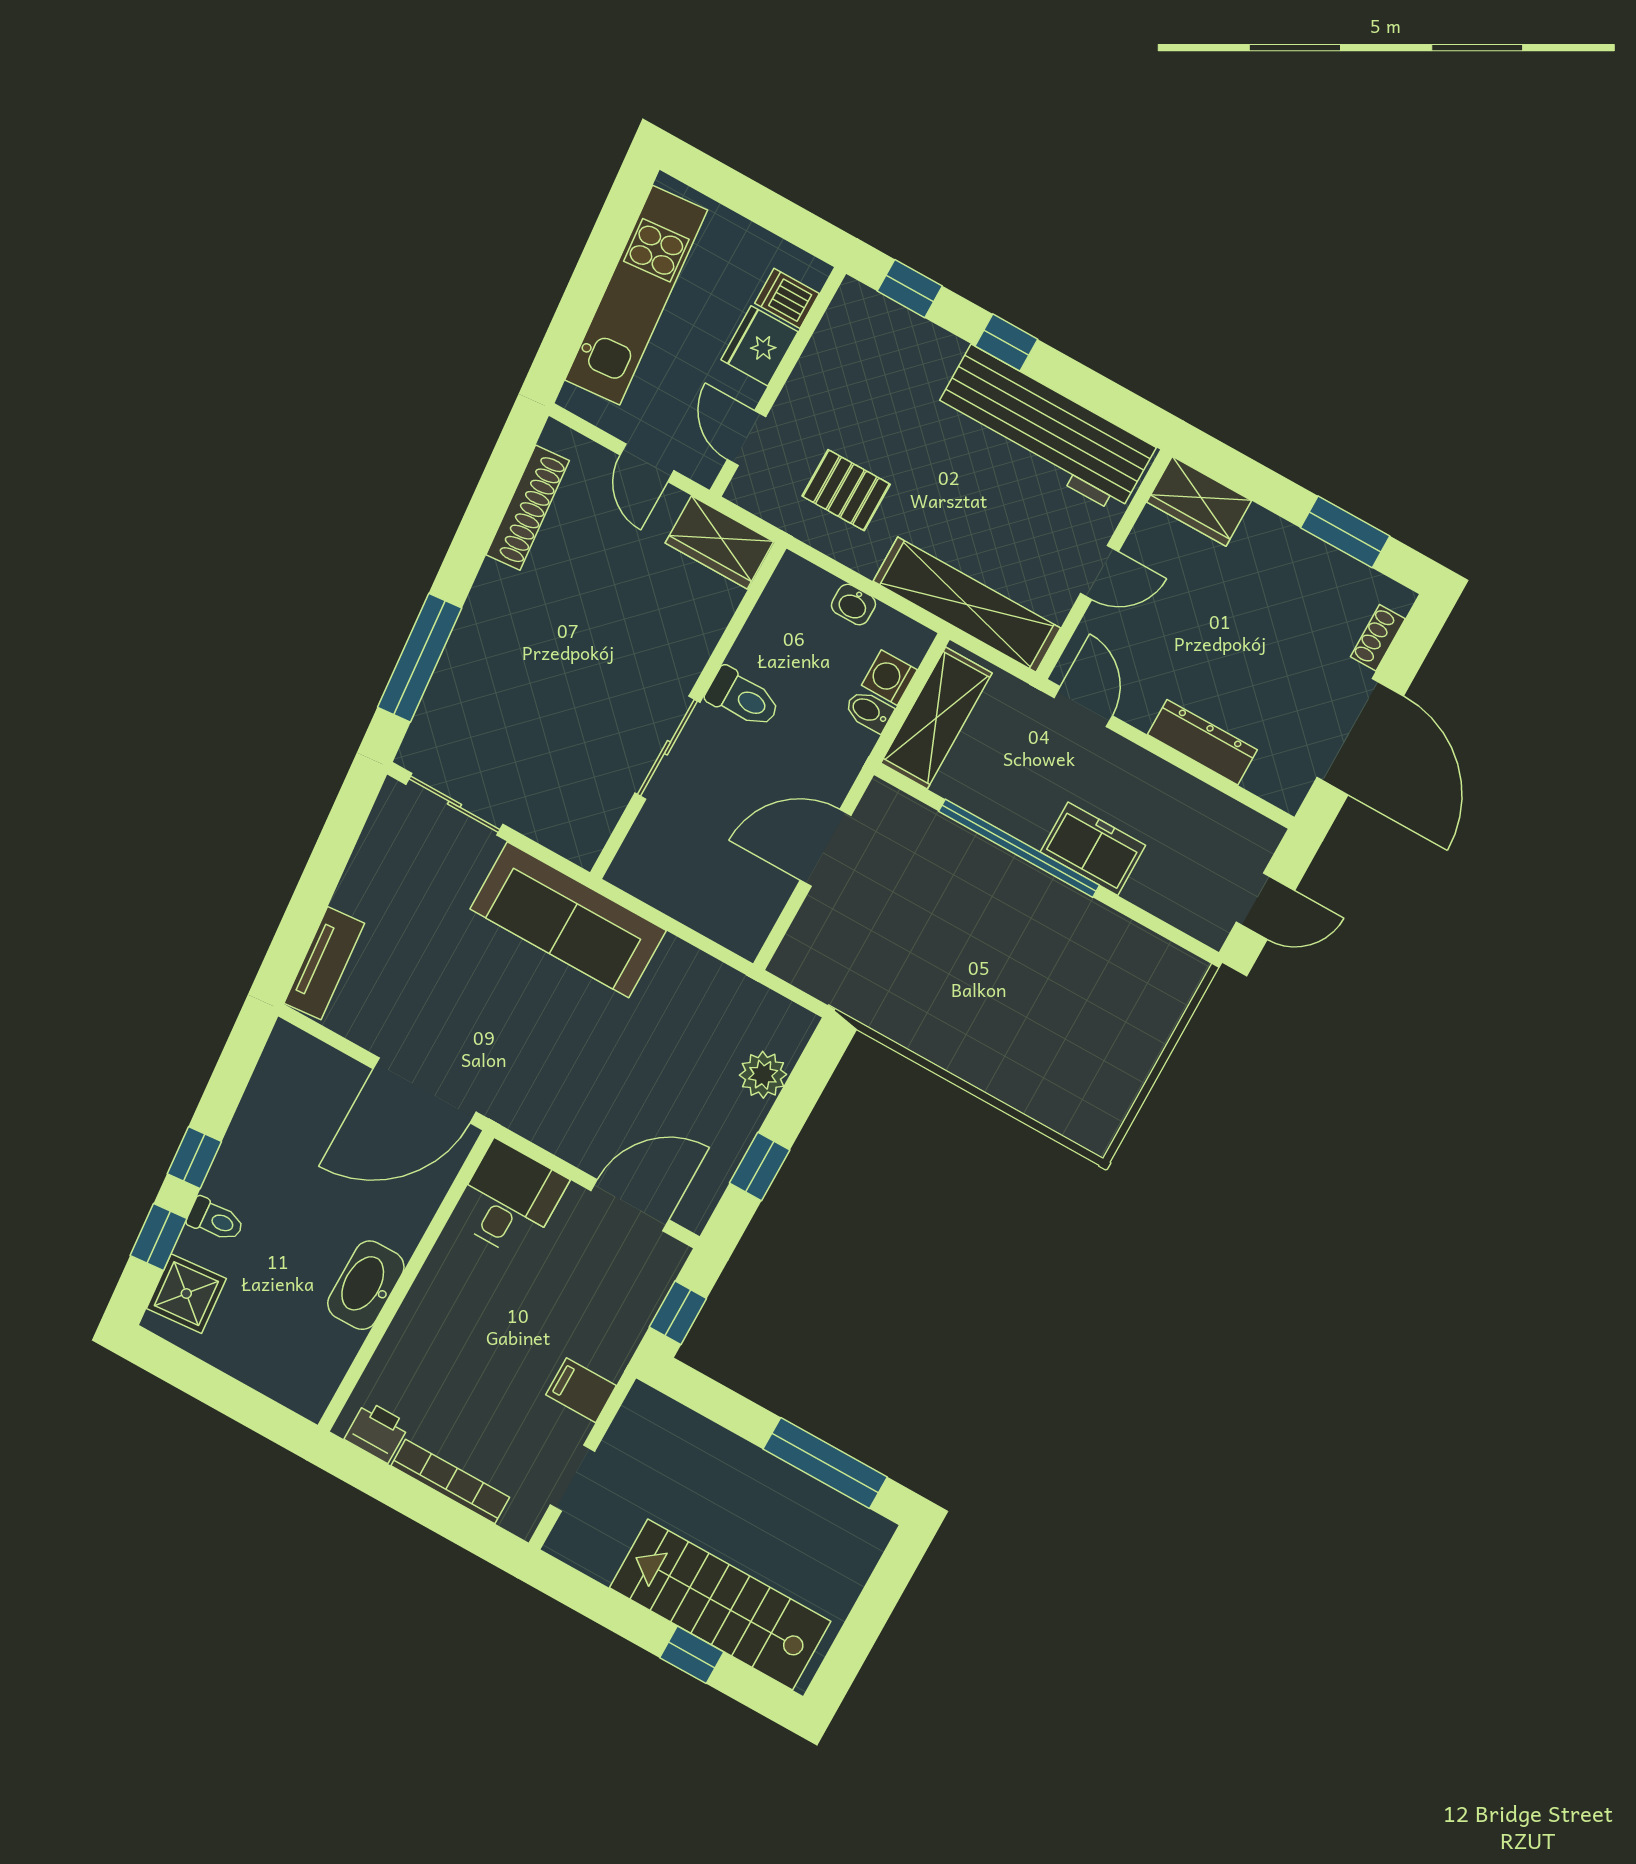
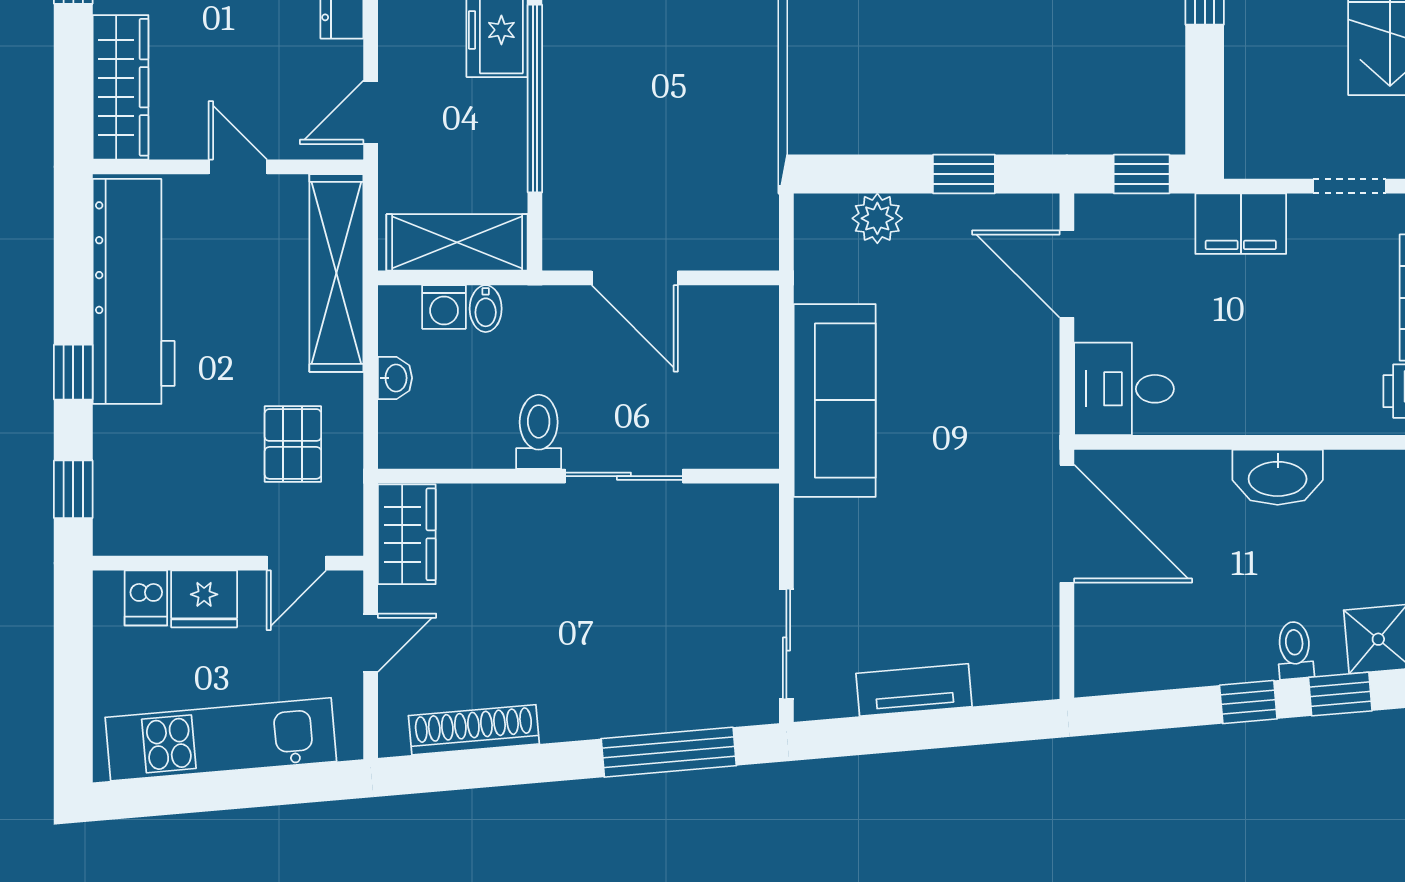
wardrobe: (1199, 501) -> (121, 87), width x1.50
sofa: (568, 920) -> (835, 400), moved
tv unit: (324, 963) -> (914, 690), moved
filing cabinet: (581, 1390) -> (1241, 224), width x2.00

